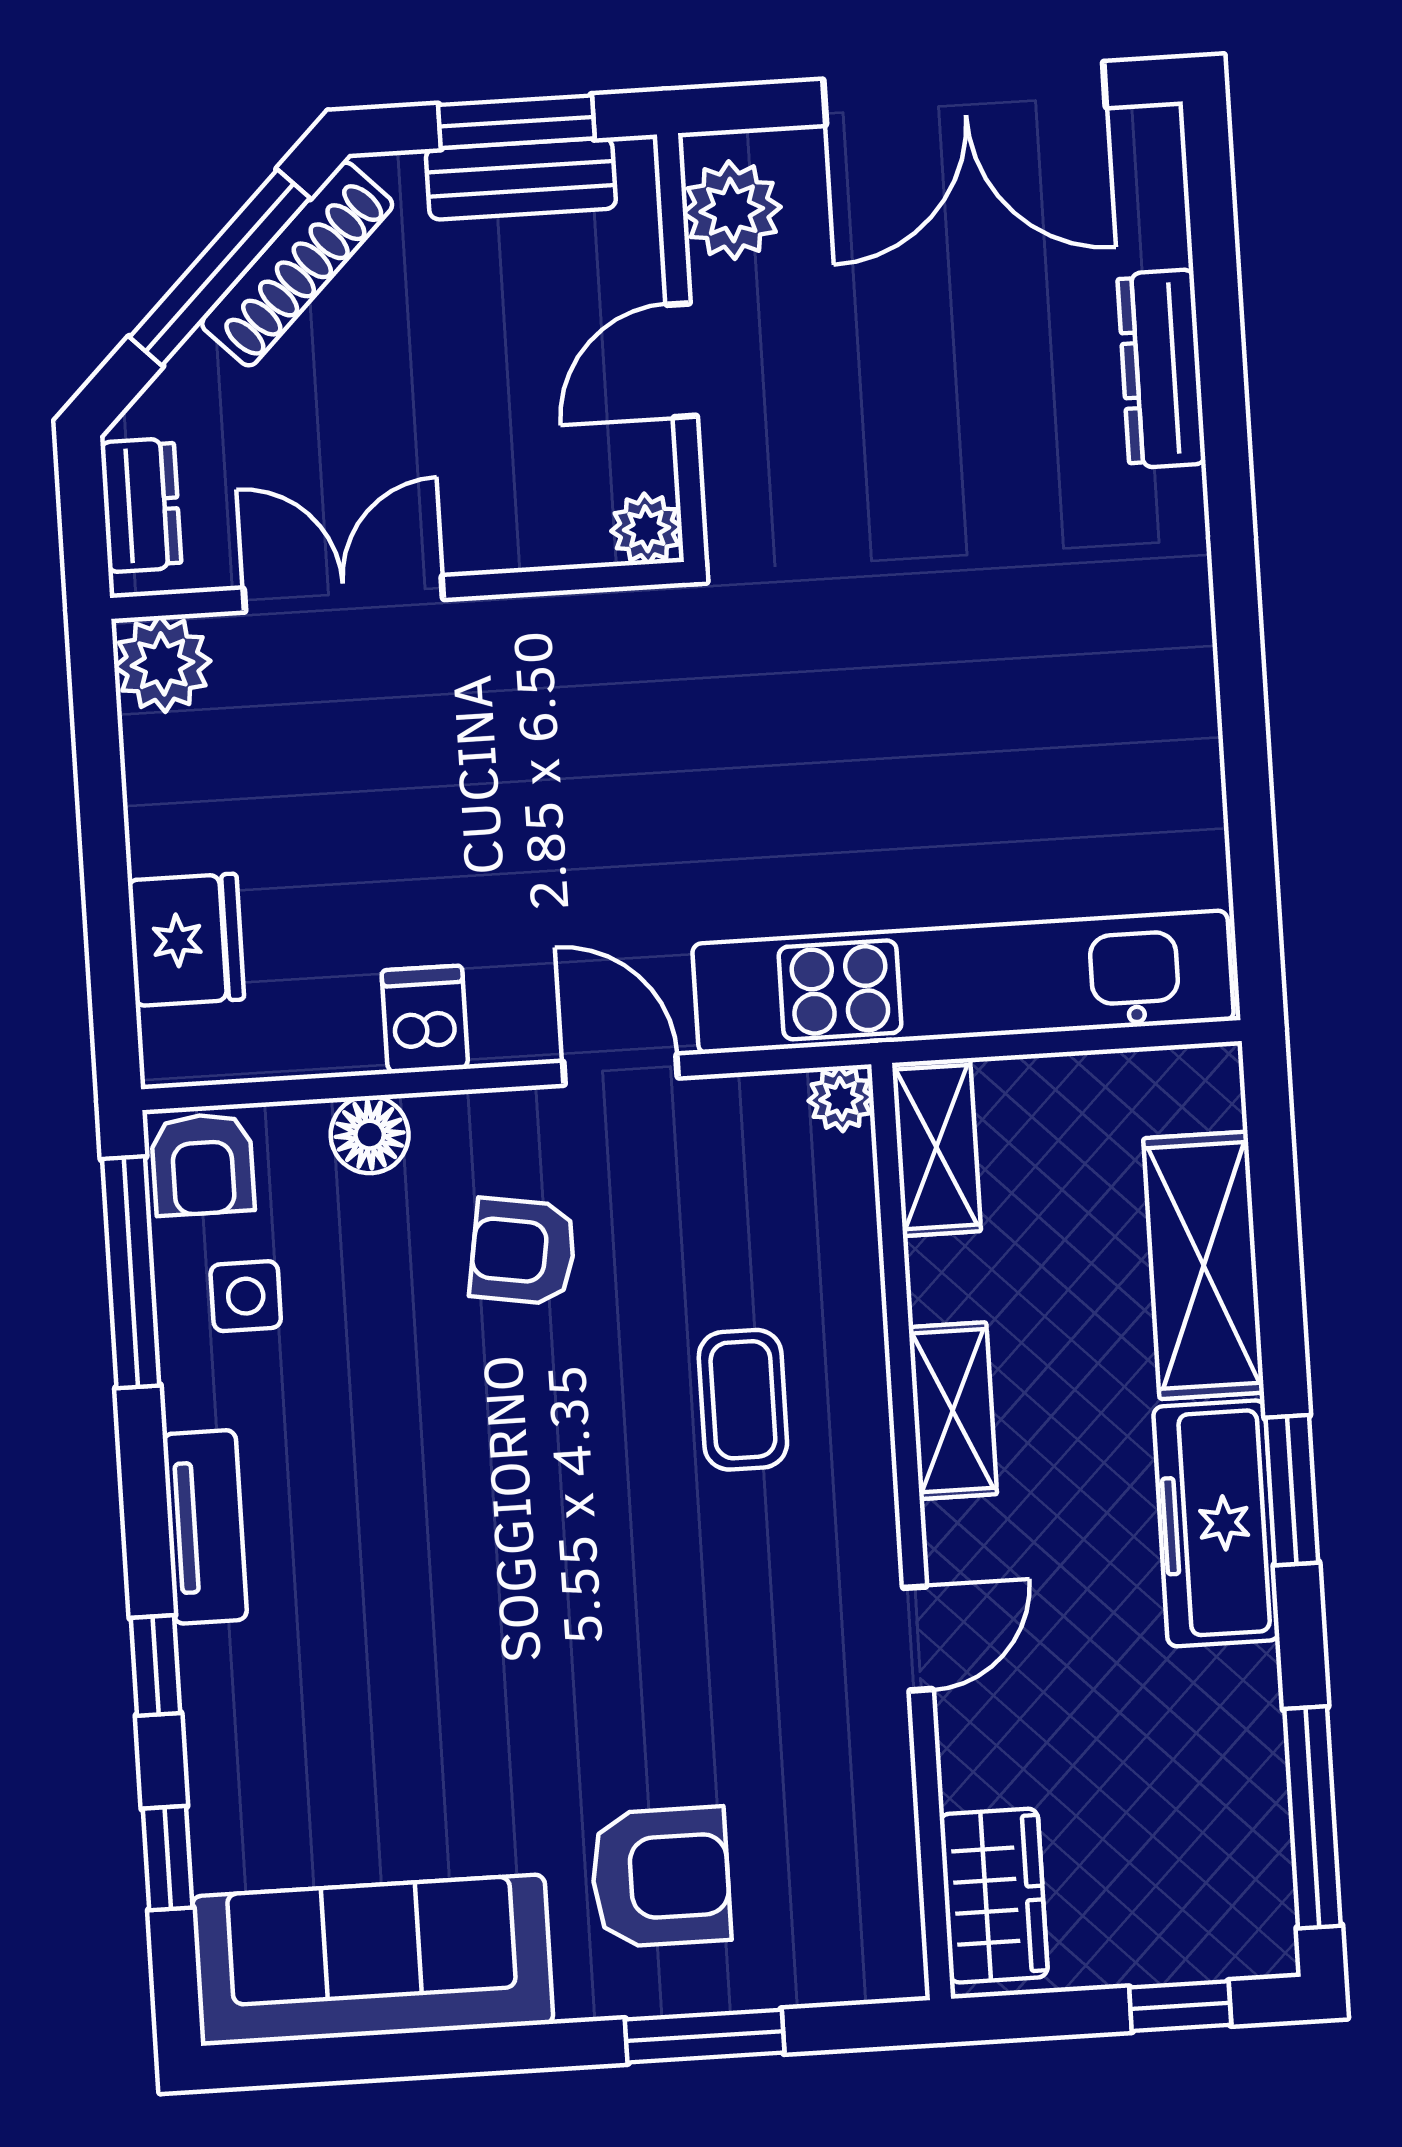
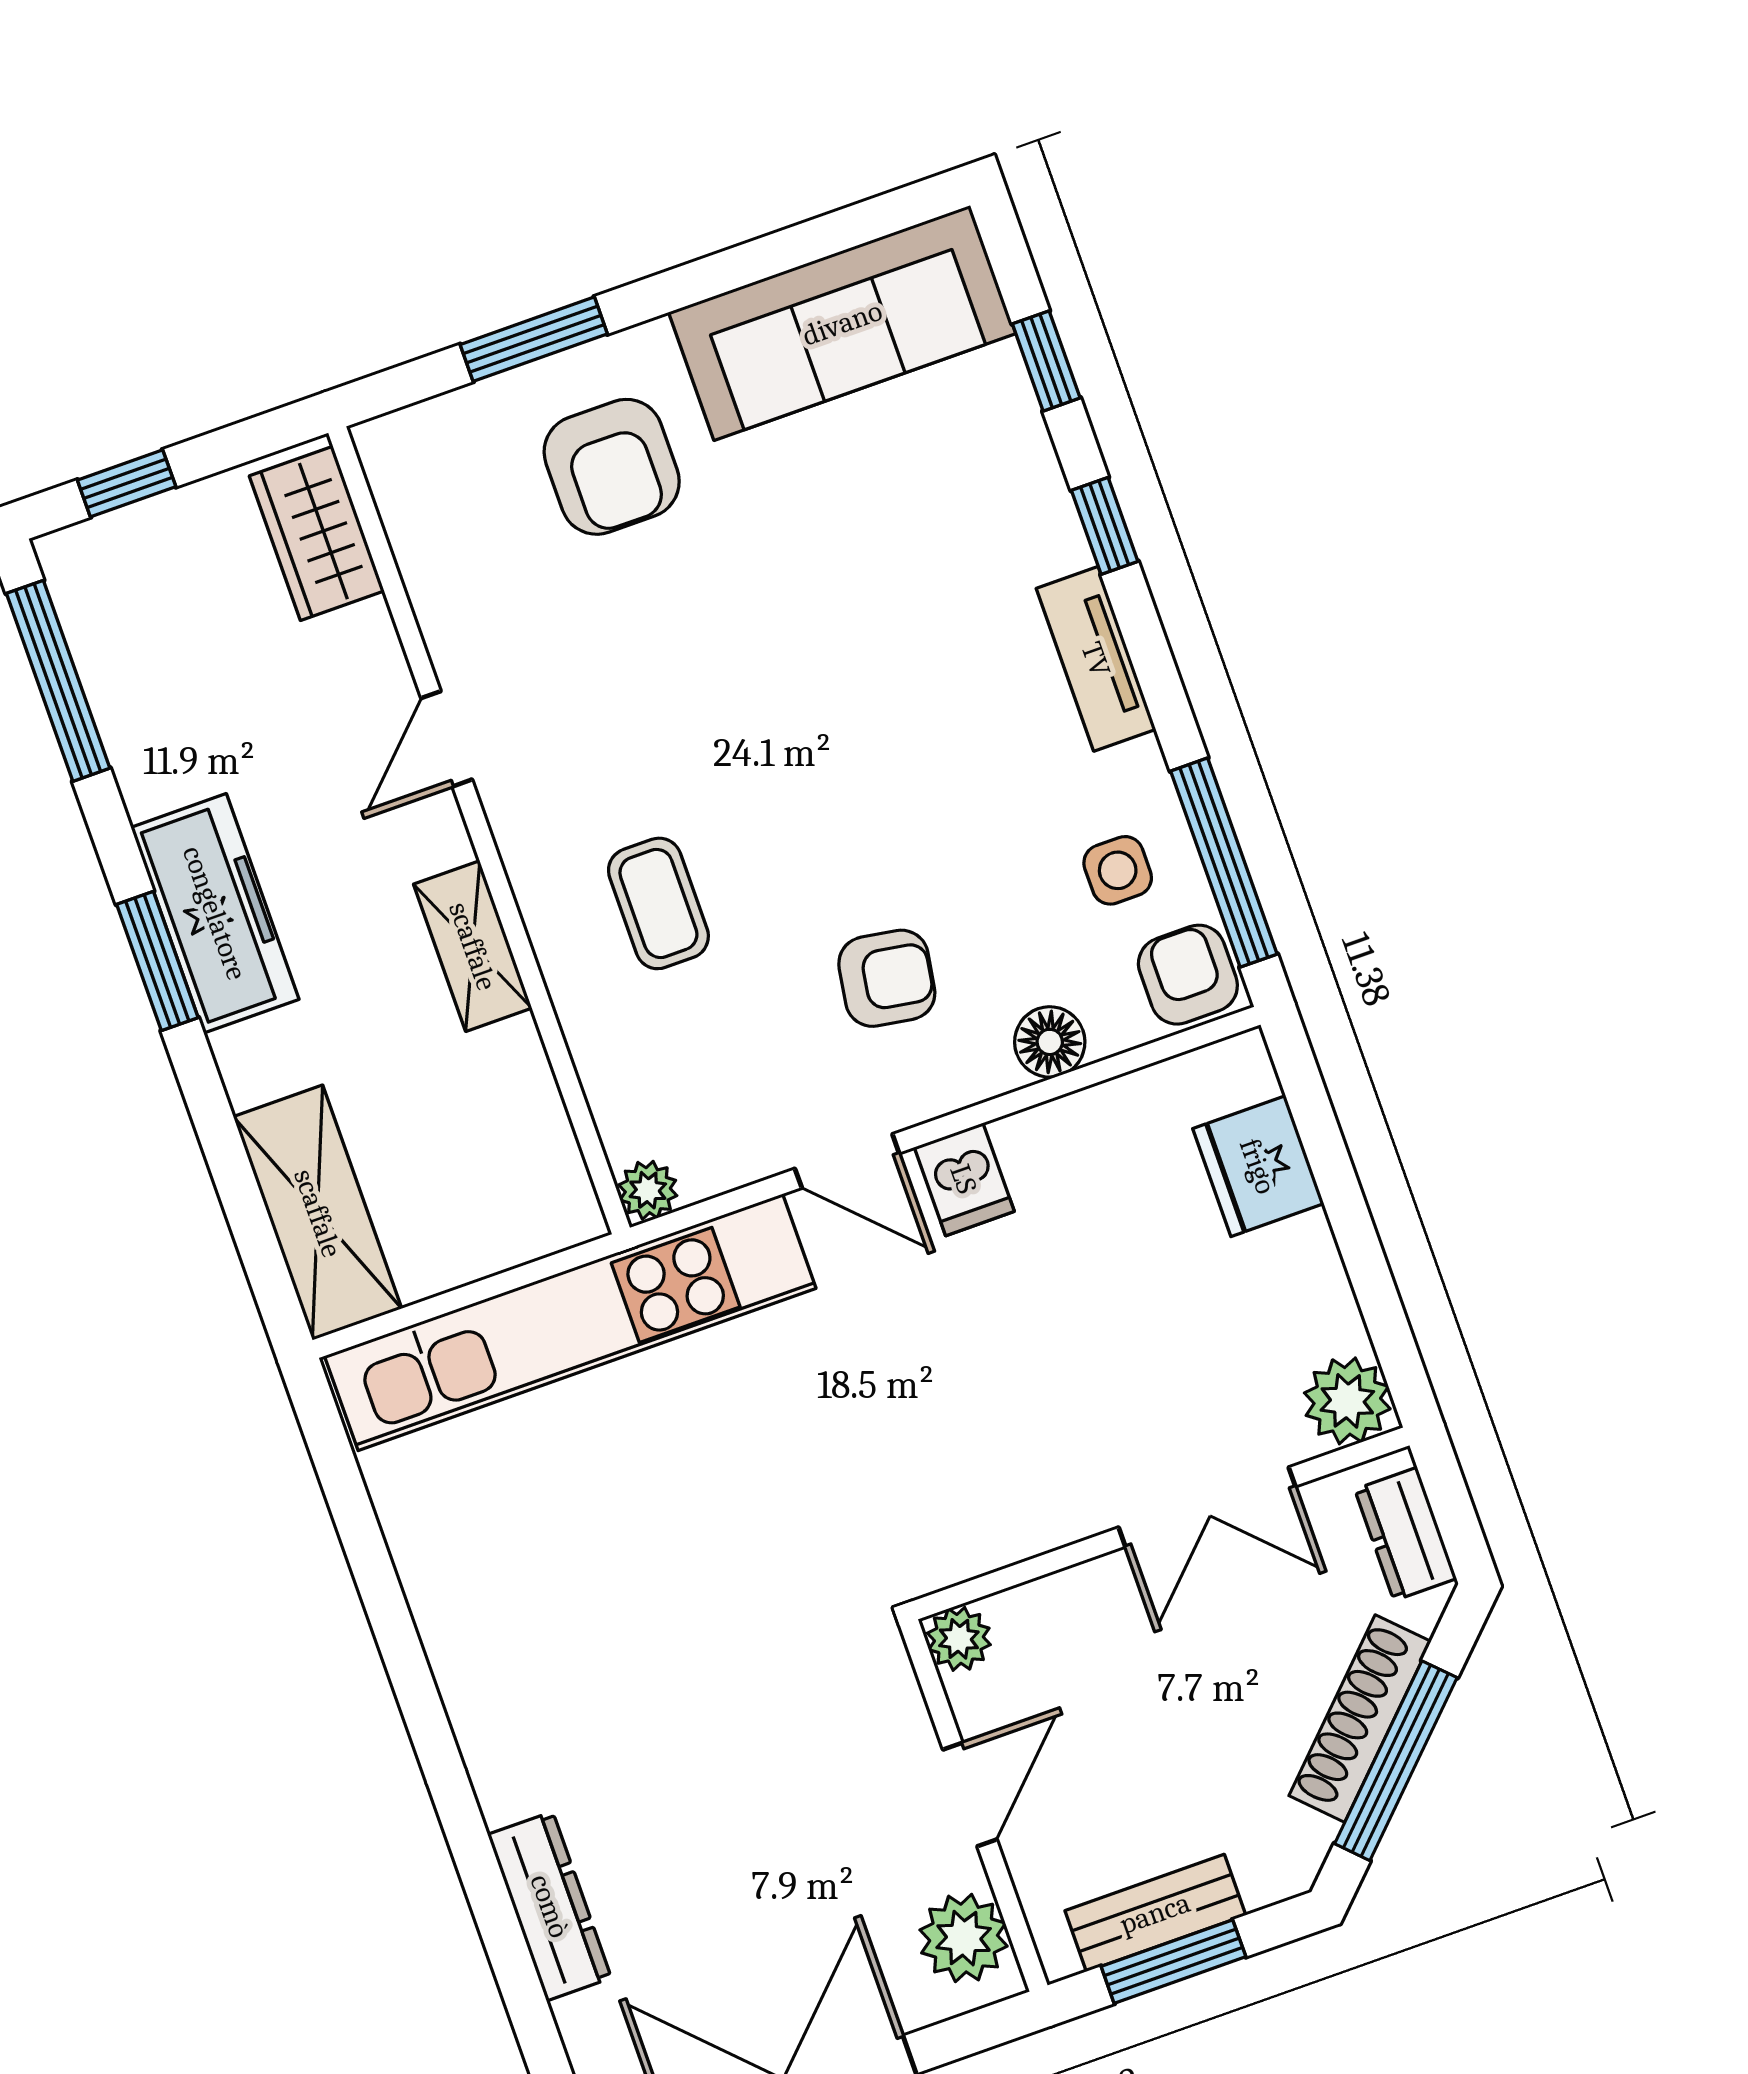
shoe rack: (297, 264) -> (1360, 1719), moved
dishwasher: (425, 1020) -> (964, 1179), moved
shelving: (936, 1147) -> (552, 1172), removed
shelving: (1204, 1265) -> (318, 1213), moved
armchair: (661, 1877) -> (612, 467), turned -90

